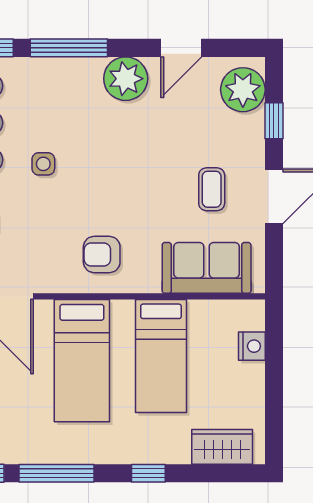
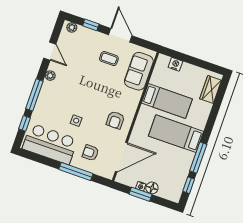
plant: (126, 79) -> (50, 76), width x0.53, depth x0.53
plant: (243, 90) -> (72, 27), width x0.53, depth x0.53
armchair: (102, 254) -> (115, 120), moved
bed: (82, 361) -> (176, 134), moved, turned 180
window: (148, 473) -> (211, 122), removed

